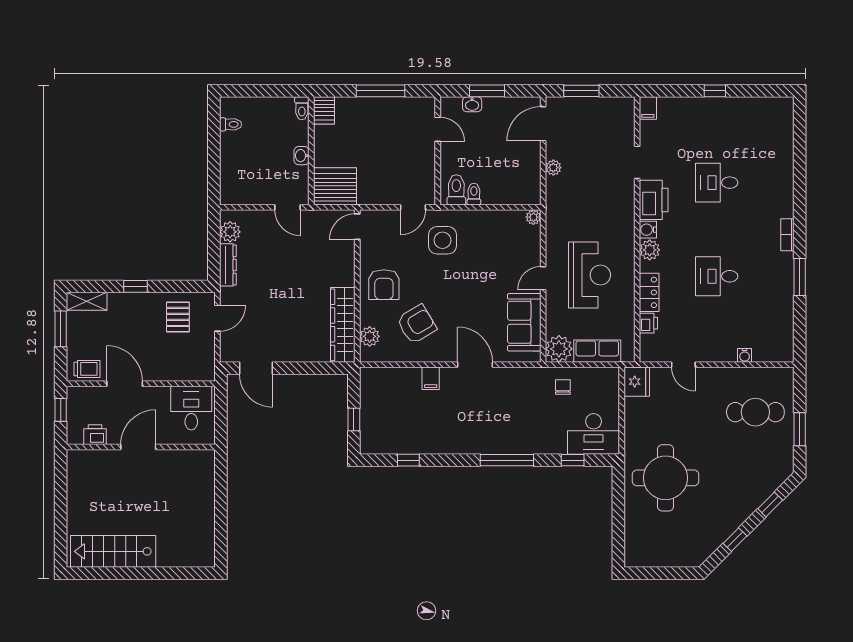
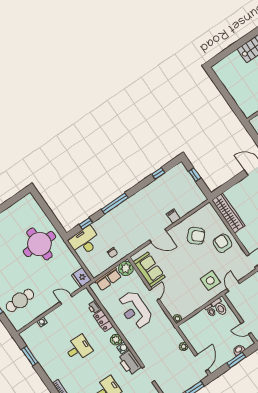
window: (800, 277) -> (30, 356), moved
armchair: (417, 324) -> (196, 236), turned -107
plant: (370, 336) -> (213, 216), removed

